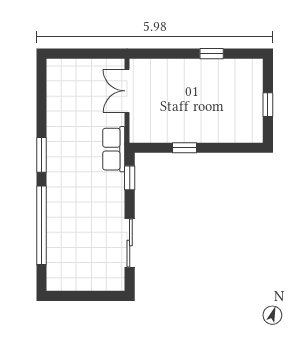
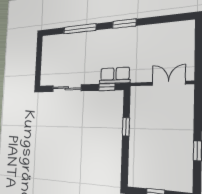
row of seats: (114, 149) -> (115, 75), moved
window: (41, 225) -> (80, 29), width x0.68

